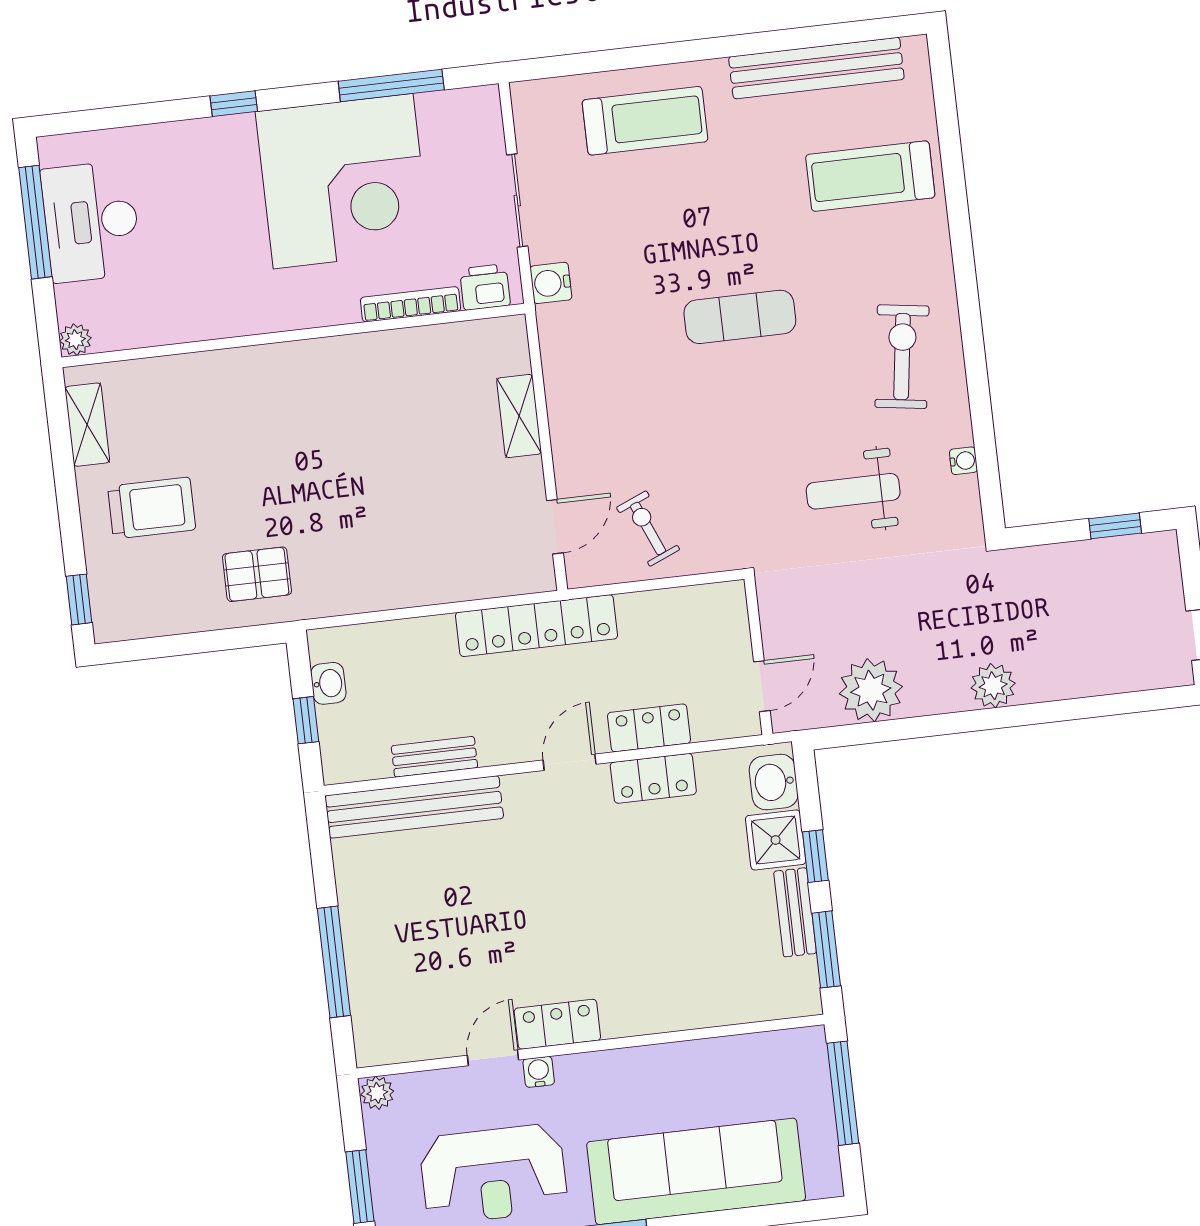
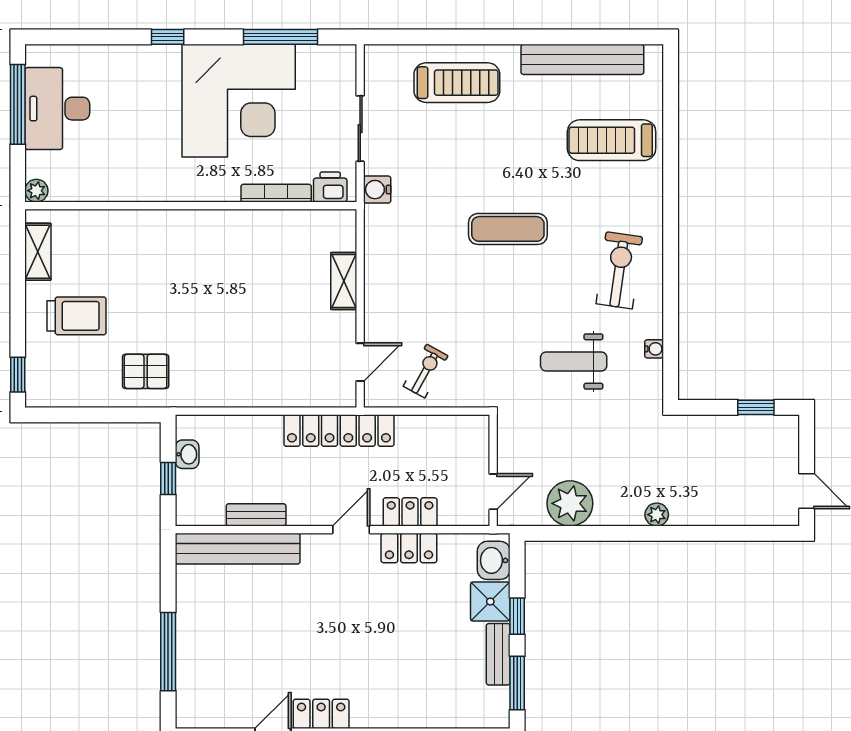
exercise bike: (648, 528) -> (426, 371), turned 52
plant: (993, 686) -> (657, 515), width x0.73, depth x0.73

